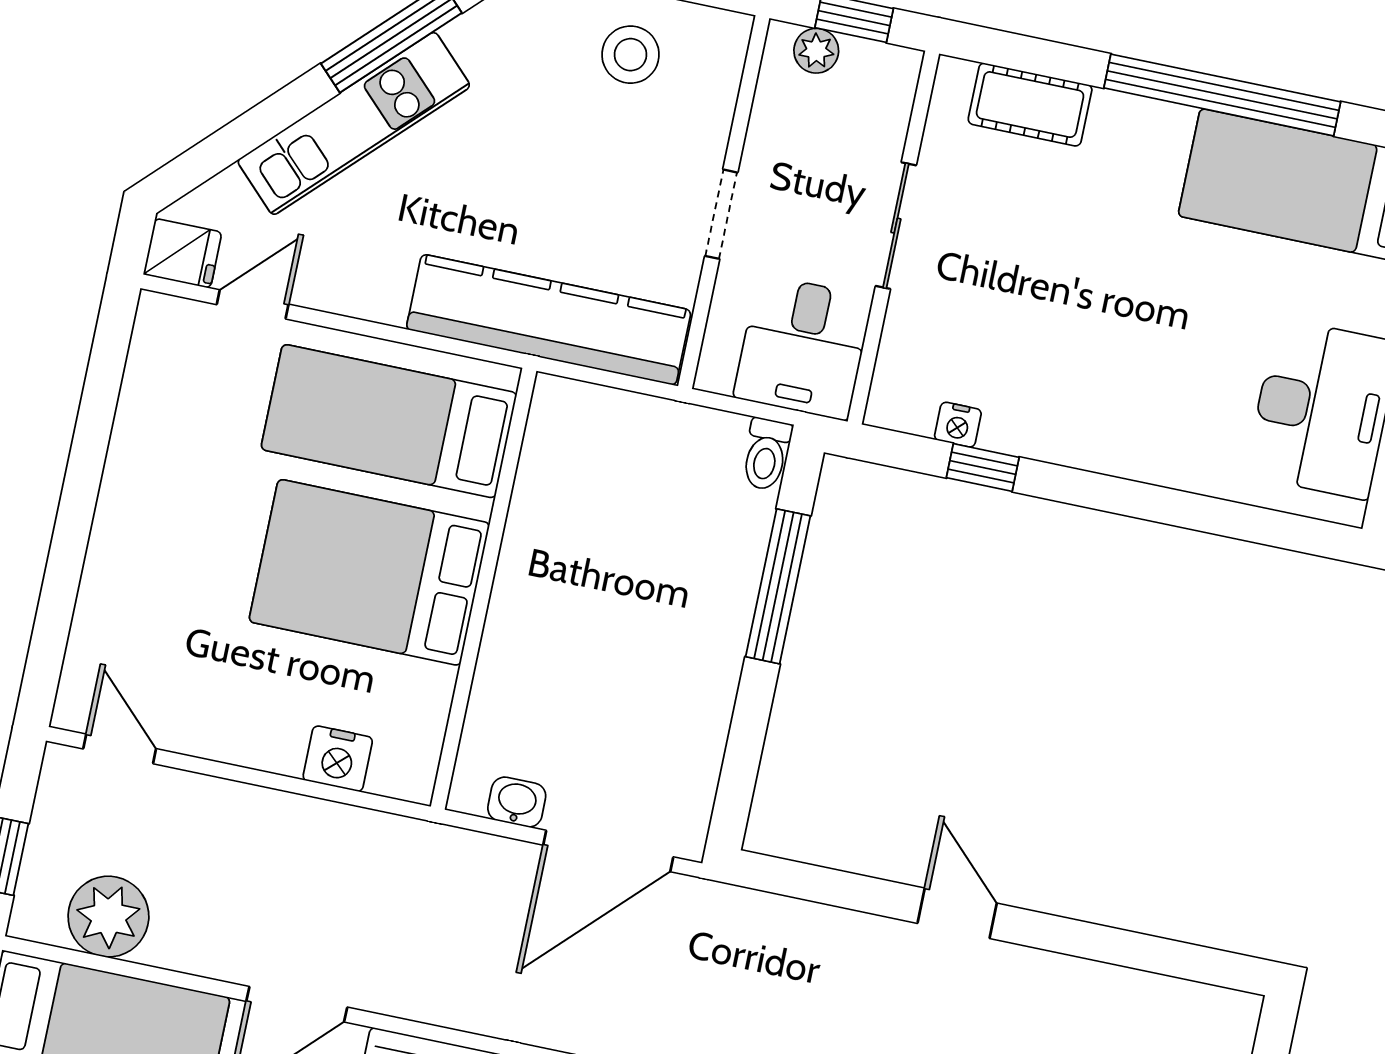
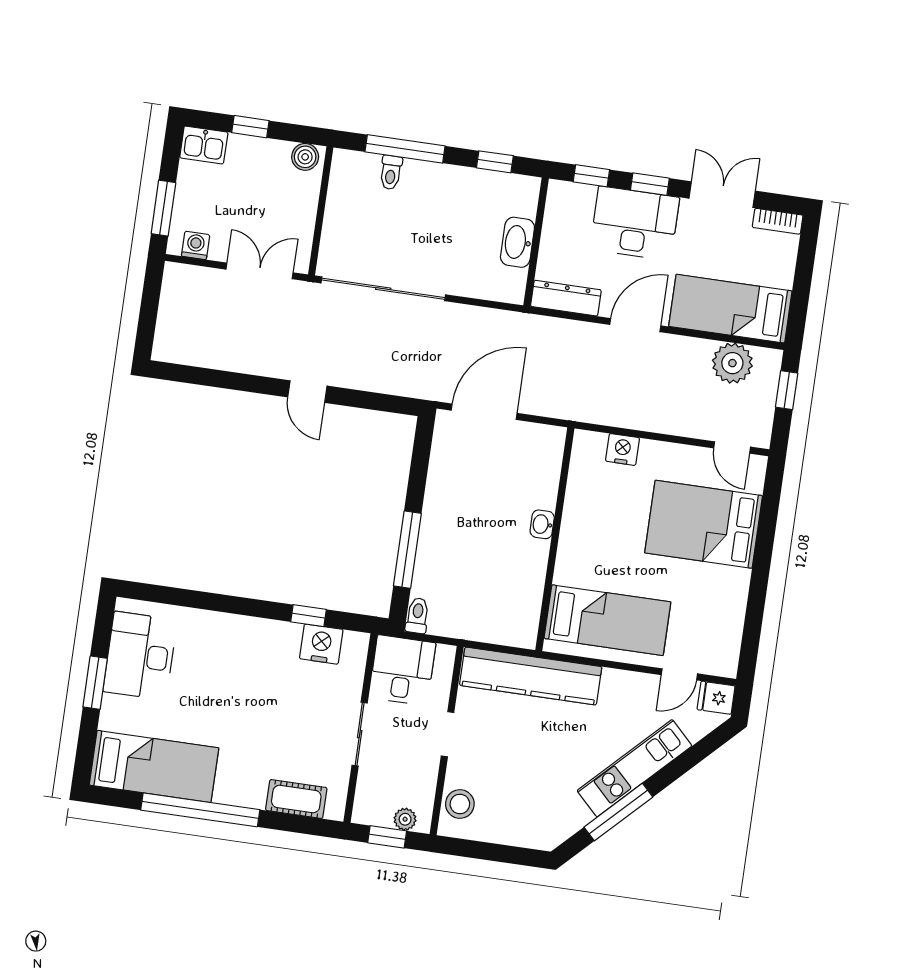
stool: (631, 55) -> (460, 804), moved
nightstand: (958, 425) -> (321, 644), width x1.89, depth x1.79
bed: (369, 572) -> (704, 524), moved, turned 180
washbasin: (517, 802) -> (542, 524), moved, turned 90

